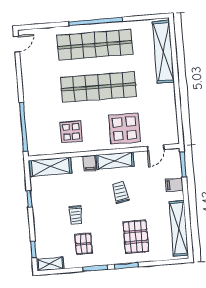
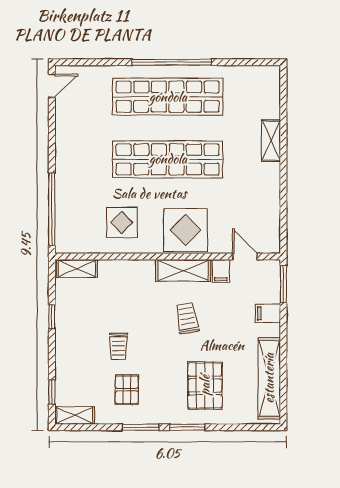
shelving: (163, 52) -> (271, 140), width x0.45, depth x0.75
display table: (124, 128) -> (185, 230), moved
door: (156, 148) -> (245, 257), swing flipped
filing cabinet: (90, 163) -> (221, 271), moved
shelving: (51, 167) -> (77, 269), width x0.67, depth x0.75

